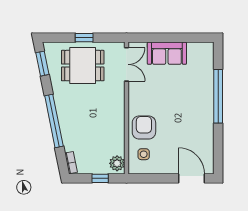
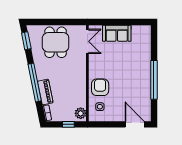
window: (84, 38) -> (57, 22), removed
dining table: (83, 66) -> (56, 42), turned 90
window: (218, 96) -> (154, 80), moved
piano: (68, 134) -> (45, 92), added

